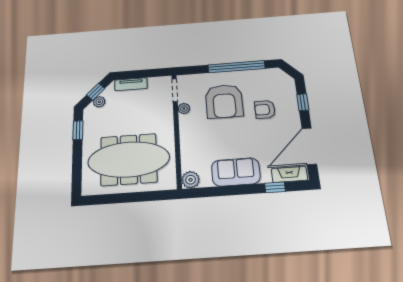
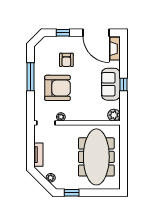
window: (236, 67) -> (30, 77), width x0.68
window: (96, 92) -> (42, 180), removed
window: (275, 187) -> (123, 85), moved

